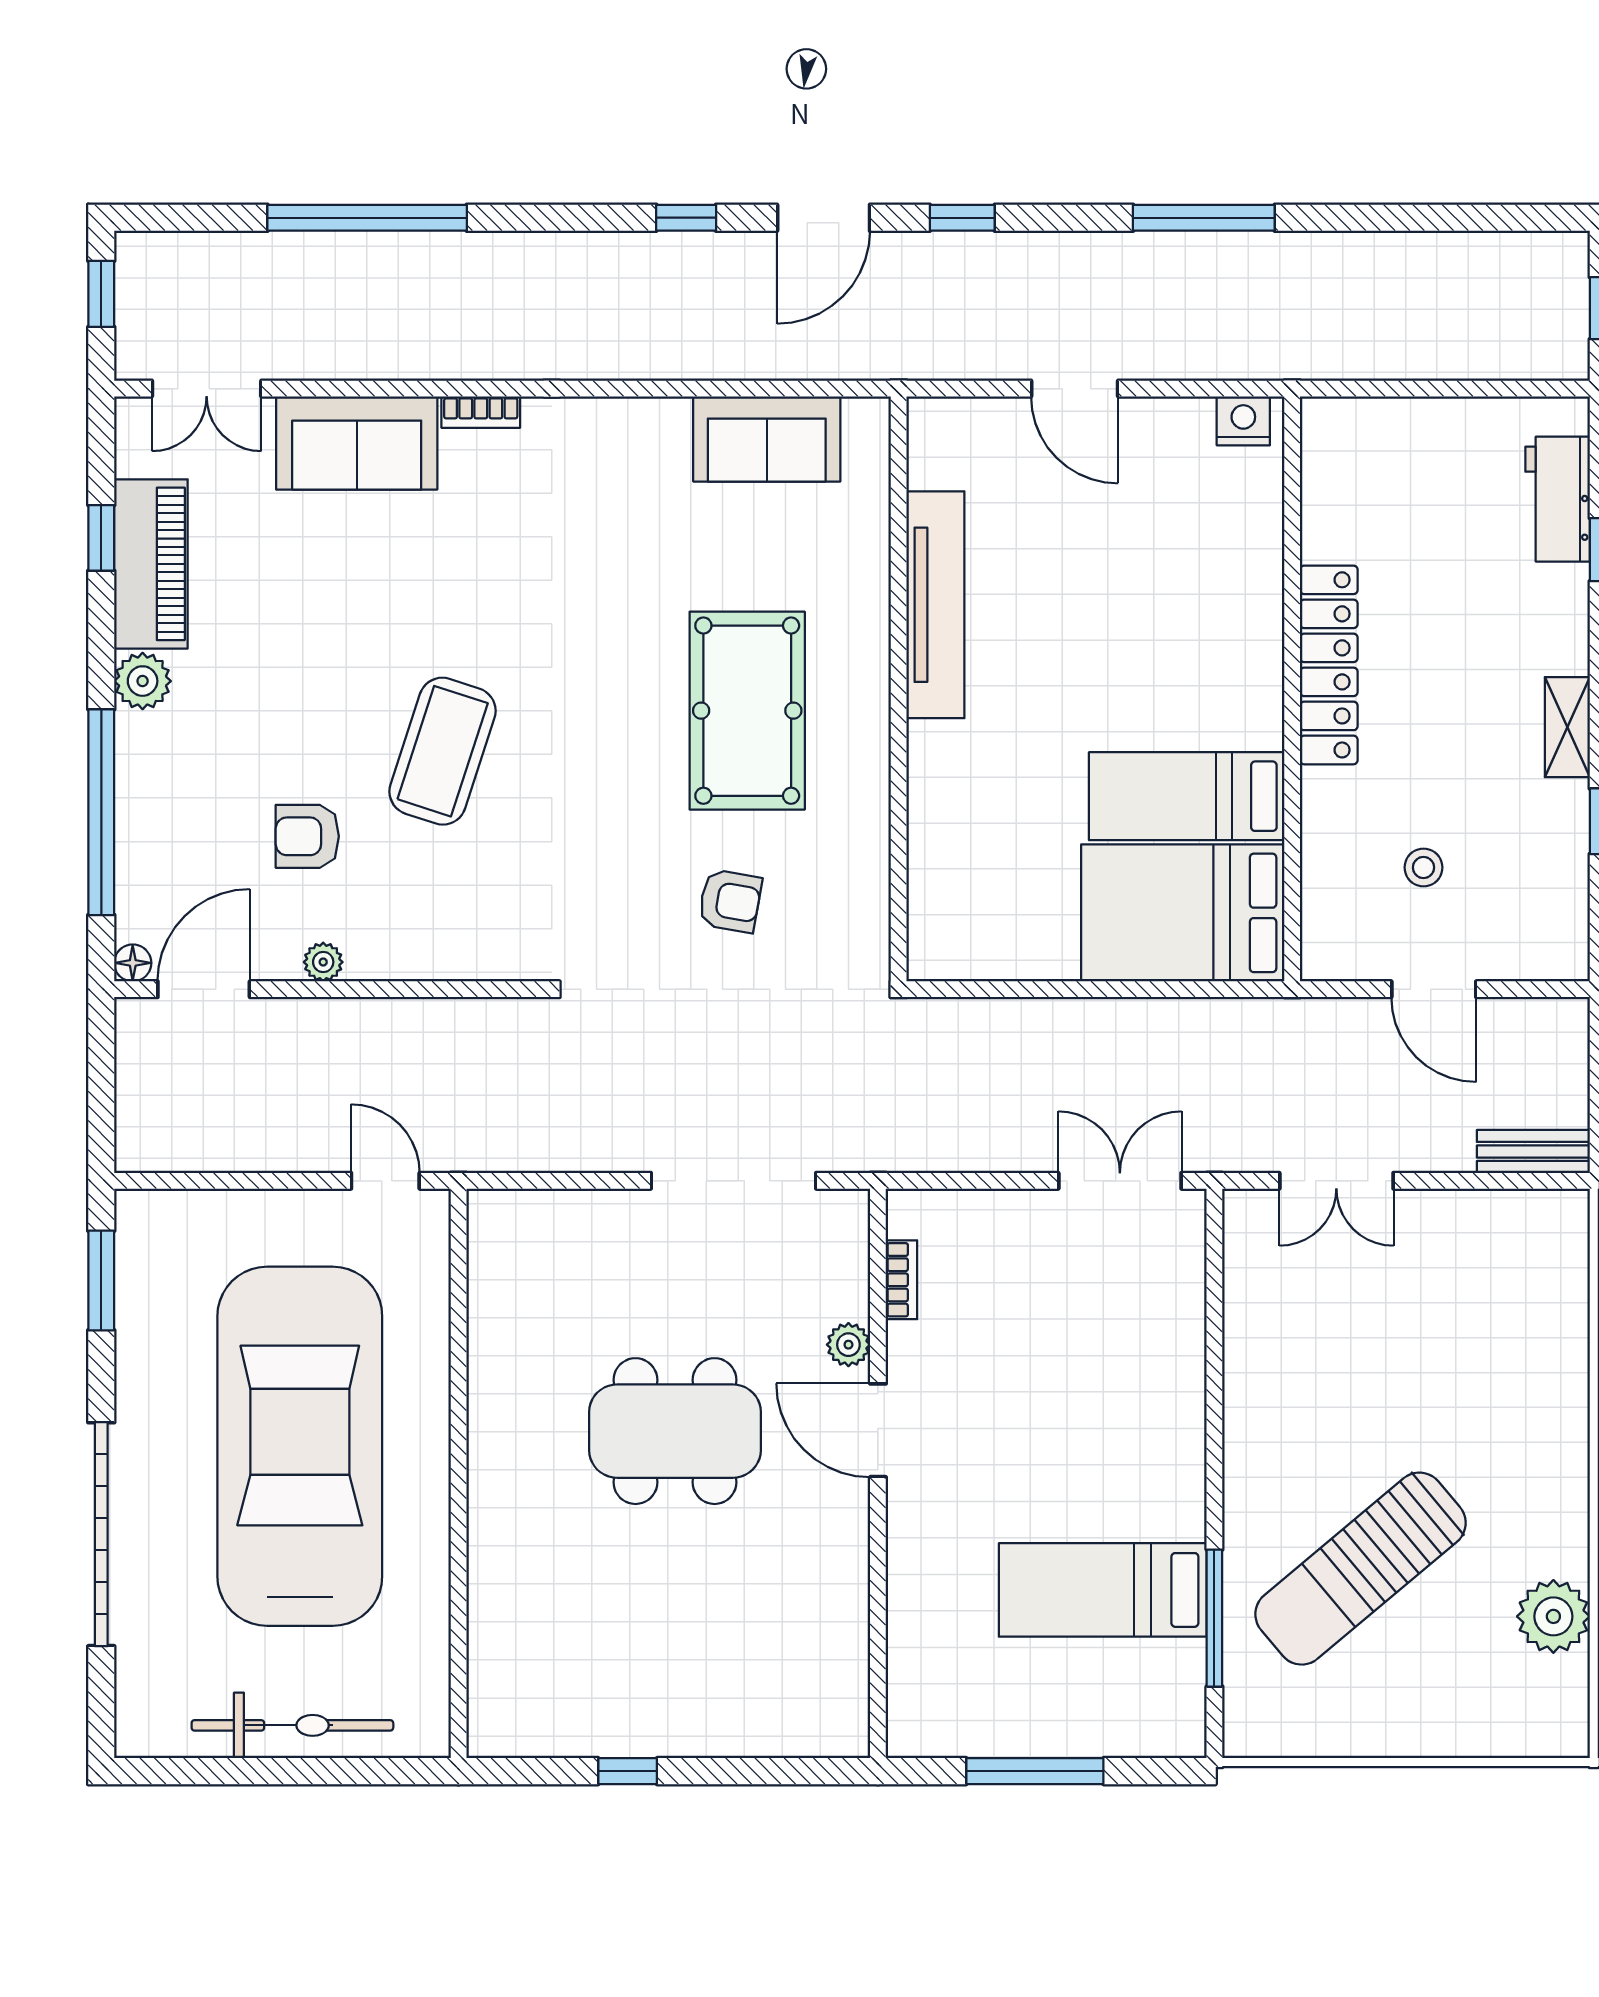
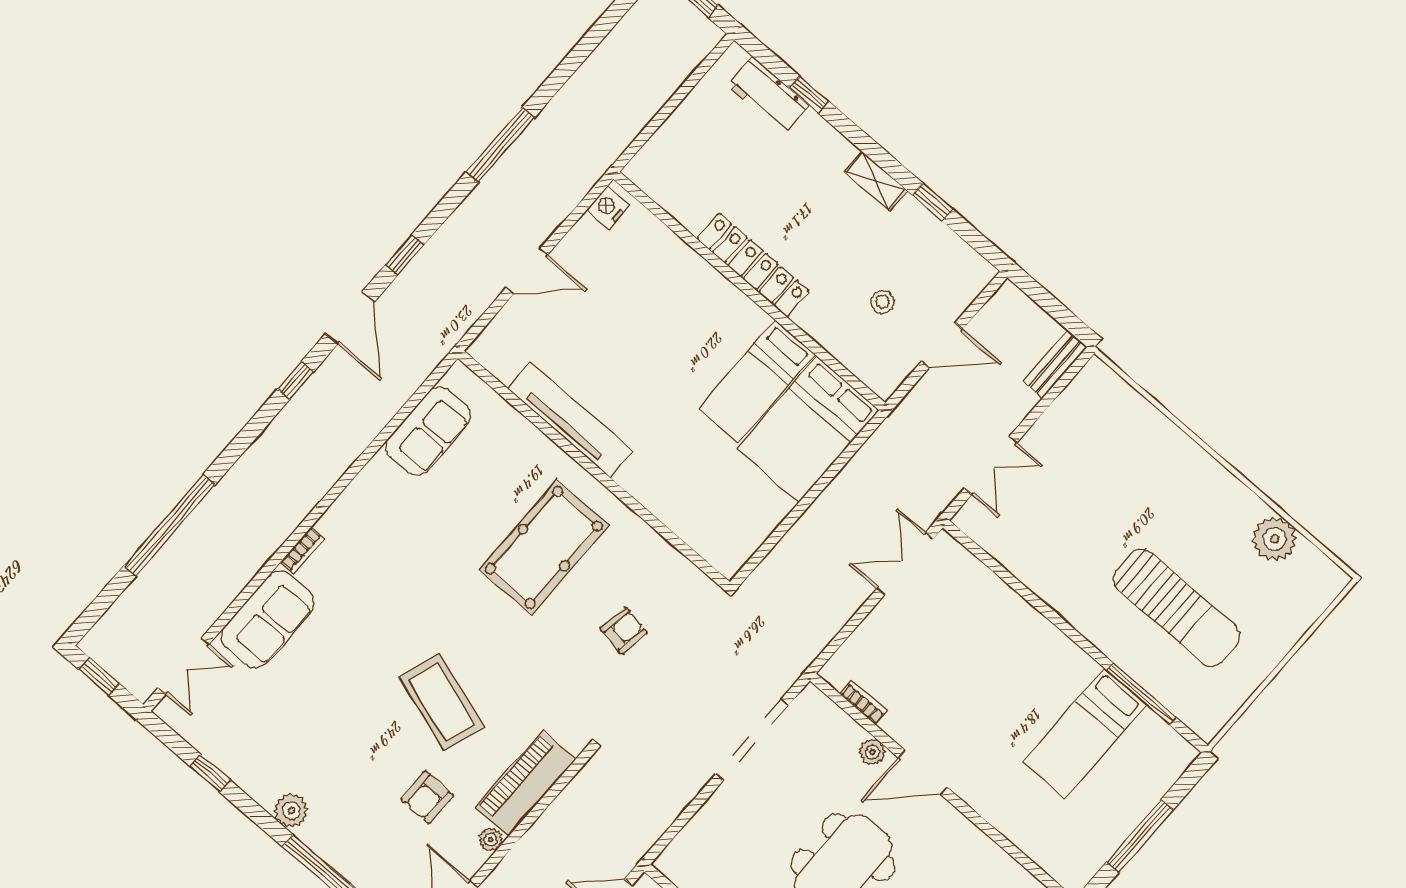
piano: (151, 564) -> (525, 784), moved, turned -90
pool table: (747, 711) -> (544, 547), turned 90
sun lounger: (1361, 1569) -> (1177, 608), turned -50

